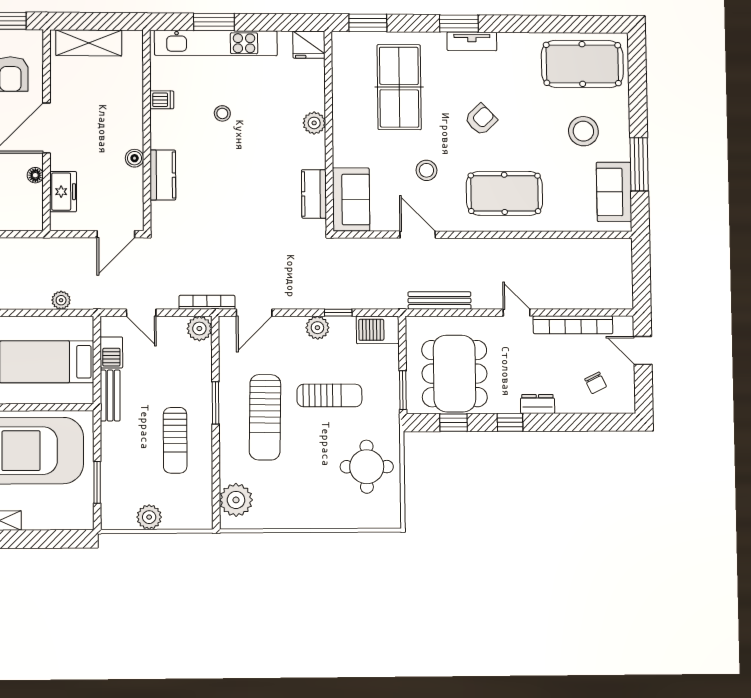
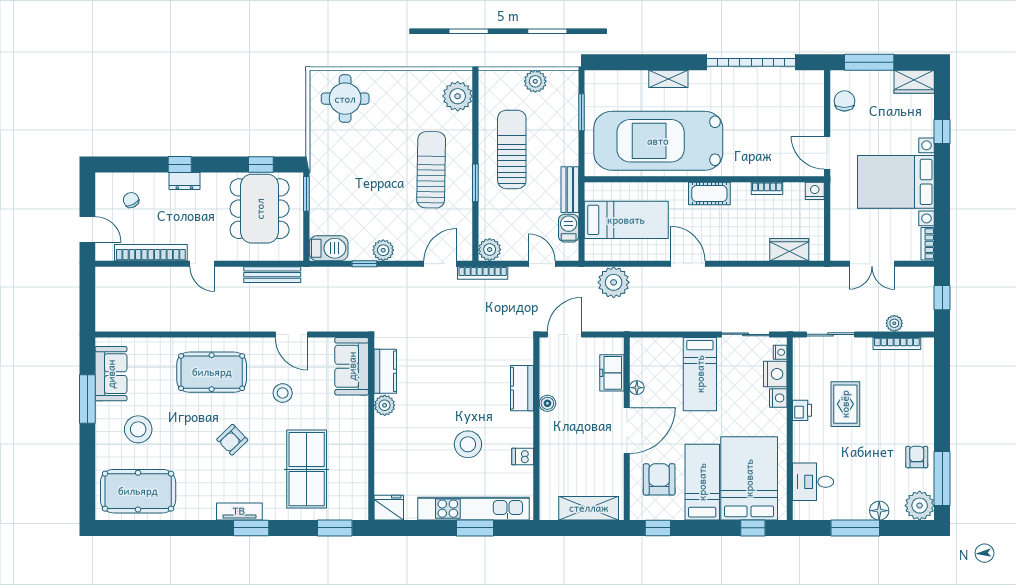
stool: (222, 113) -> (468, 444), width x1.89, depth x1.89
plant: (314, 123) -> (385, 405), moved
plant: (61, 300) -> (614, 282), width x1.88, depth x1.88
sun lounger: (329, 395) -> (373, 189), removed
window: (510, 422) -> (180, 165), moved
sun lounger: (175, 440) -> (512, 149), width x1.36, depth x1.34
round table: (367, 467) -> (345, 99), moved

